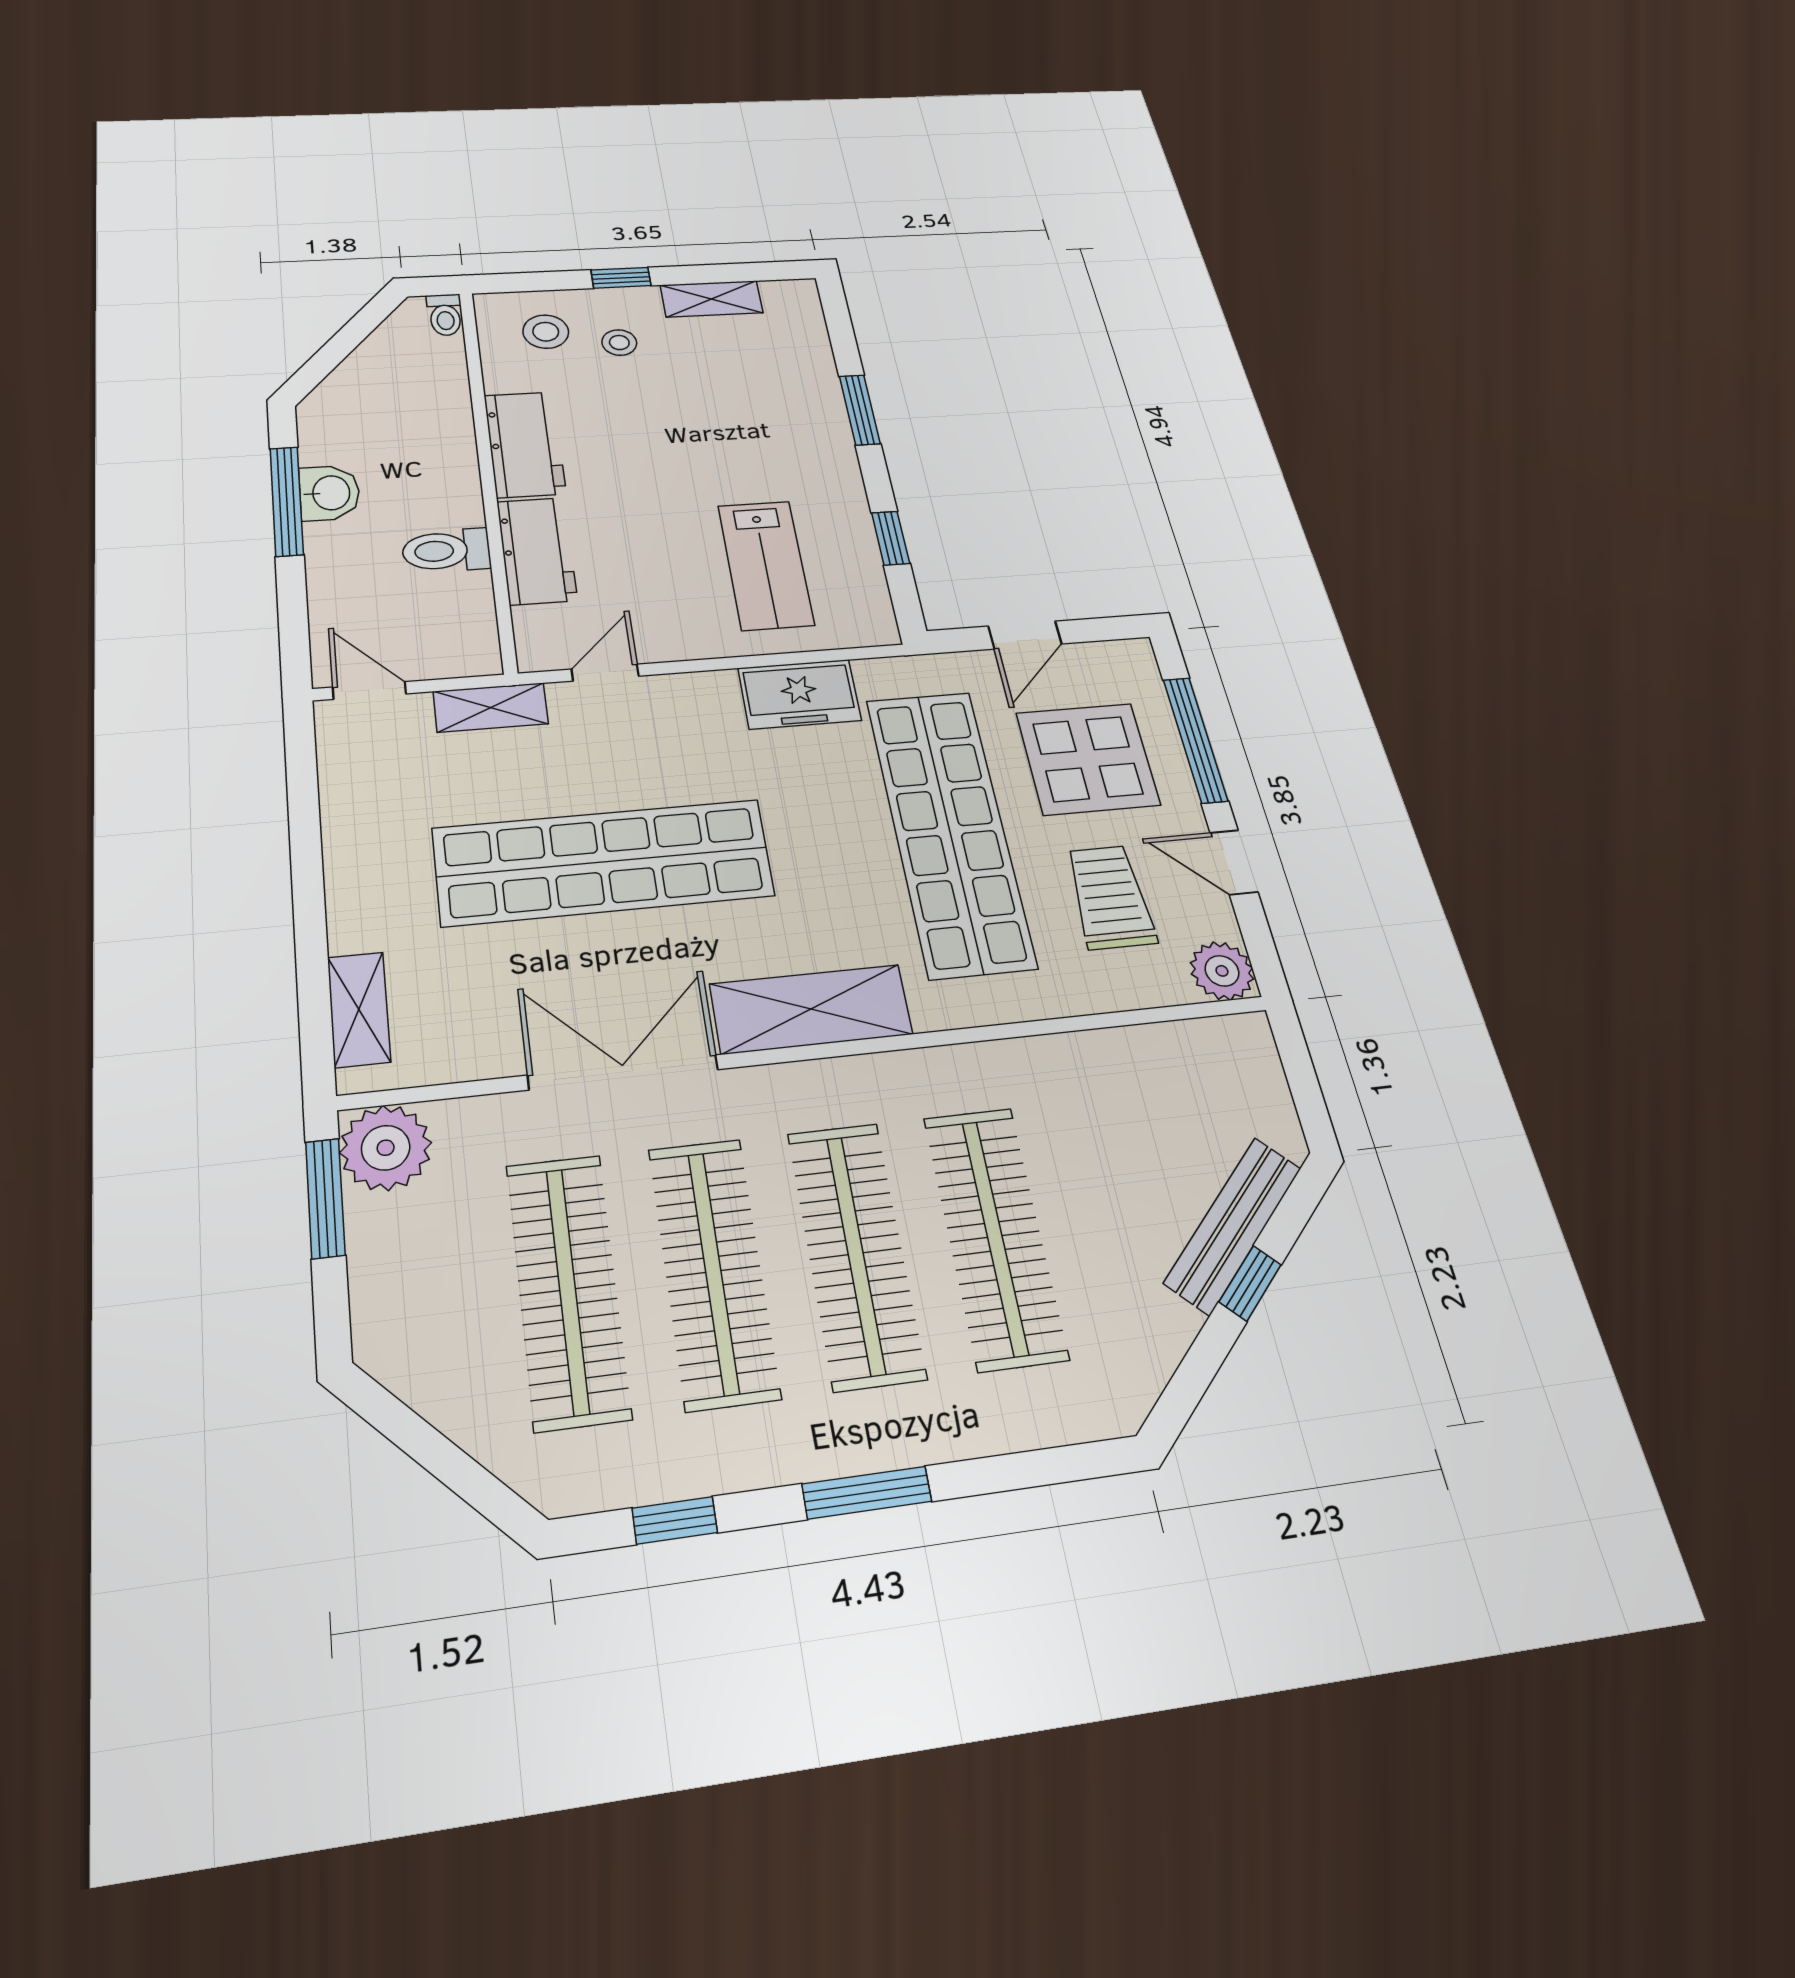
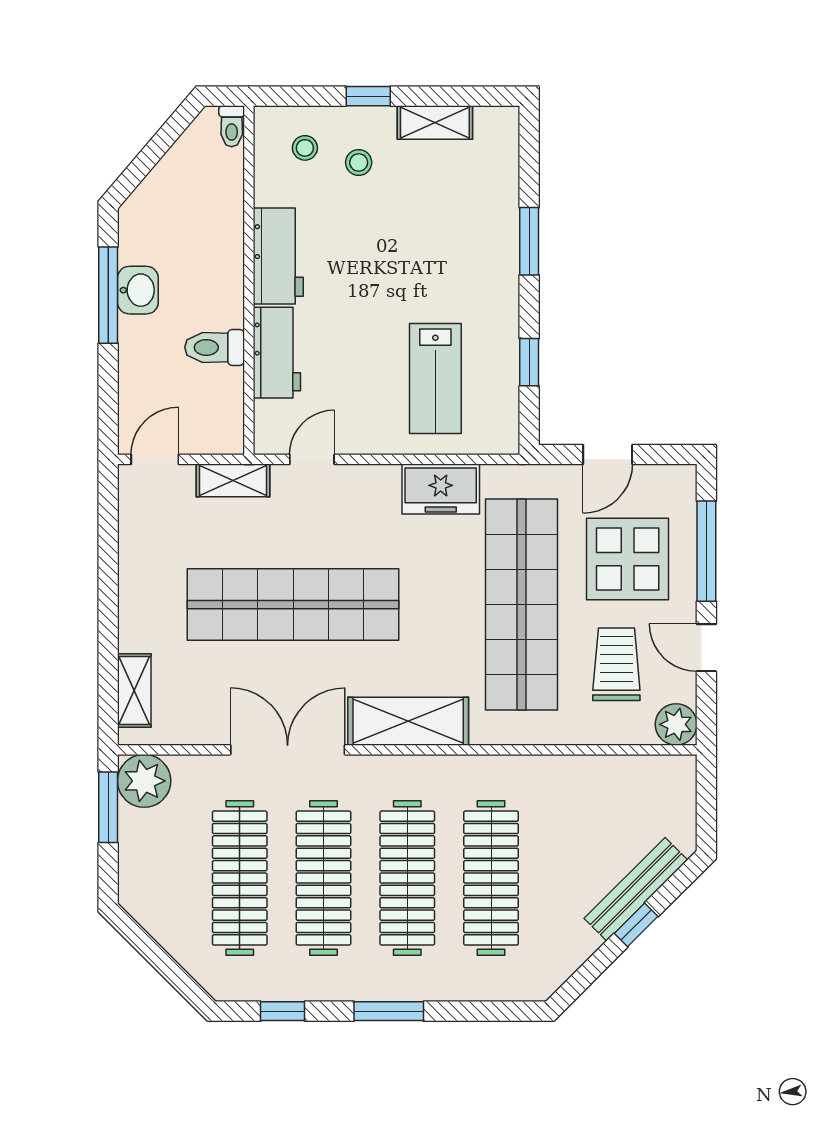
stool: (546, 332) -> (305, 148), width x0.73, depth x0.73
door: (369, 690) -> (155, 459), hinge flipped

